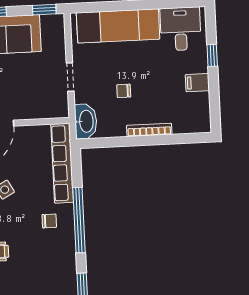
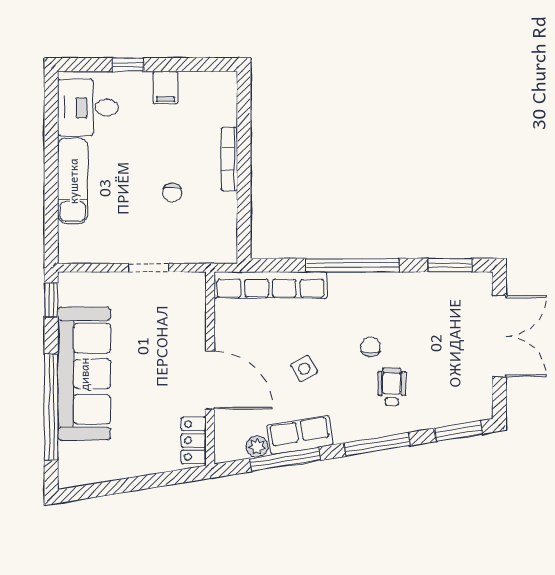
exam couch: (118, 26) -> (73, 181), width x0.73, depth x0.69
washbasin: (86, 121) -> (213, 249), removed
chair: (49, 221) -> (371, 347), moved

